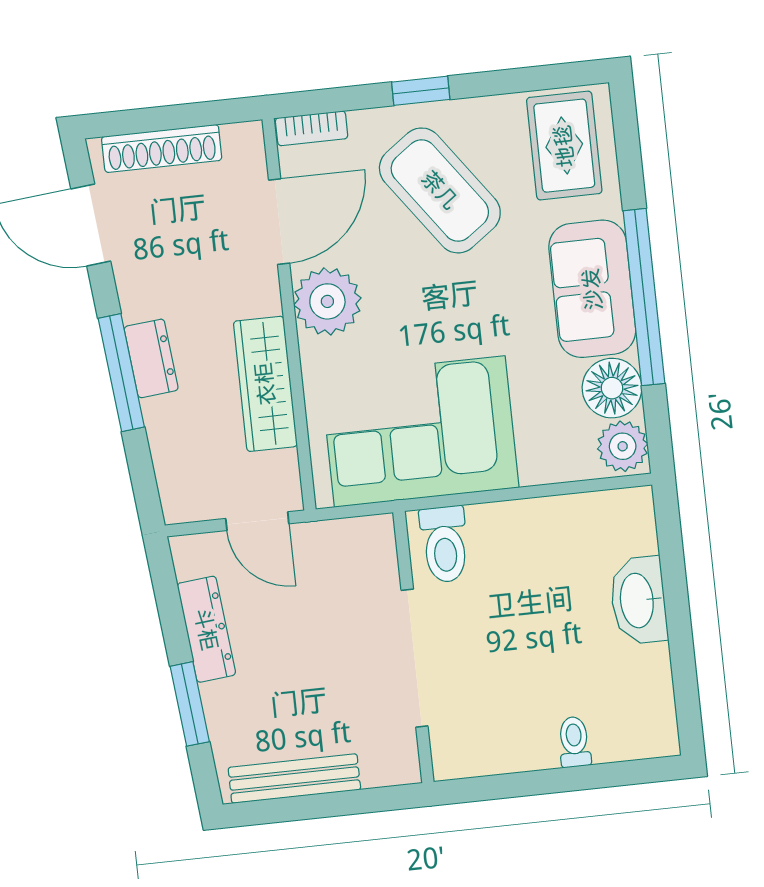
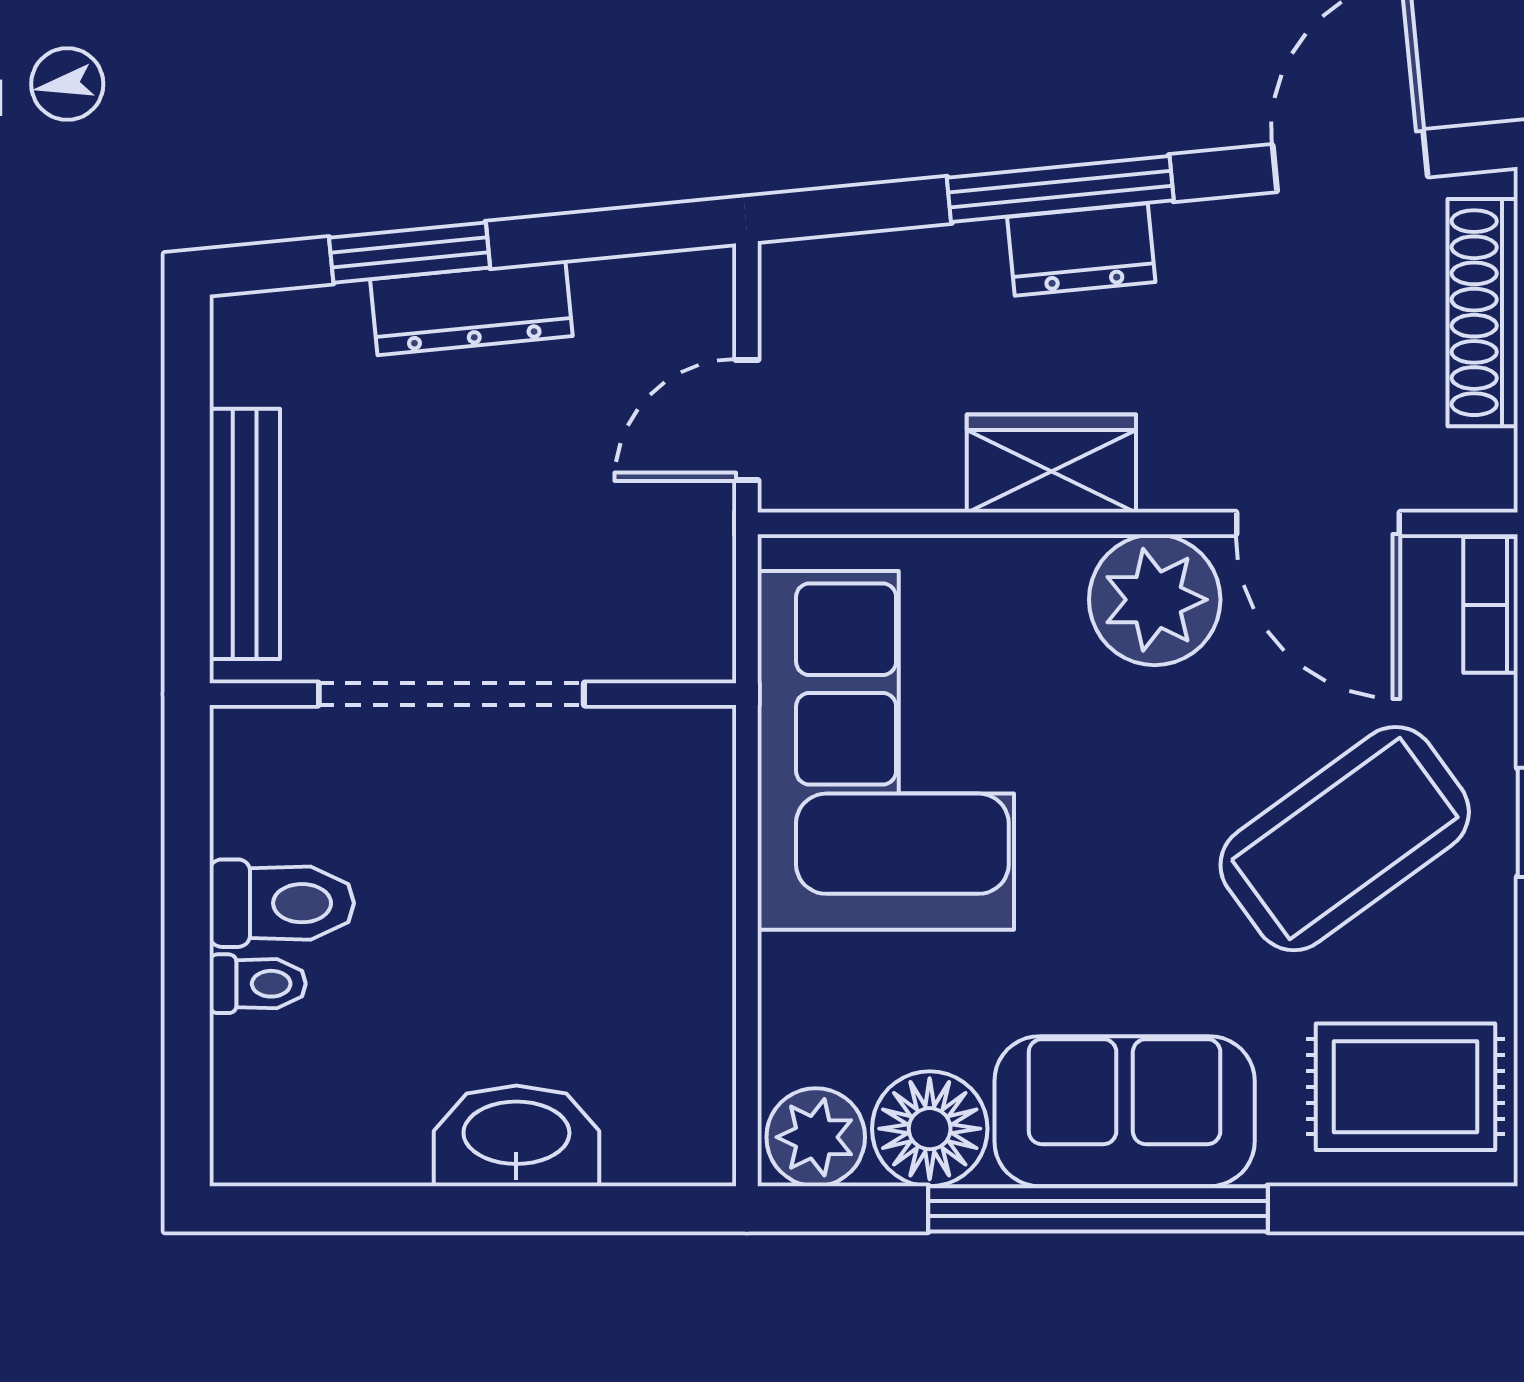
wardrobe: (265, 384) -> (1051, 464), width x0.67
toilet: (444, 544) -> (282, 903), moved, turned 180
dresser: (206, 629) -> (471, 308), moved
bench: (294, 779) -> (245, 534), moved

